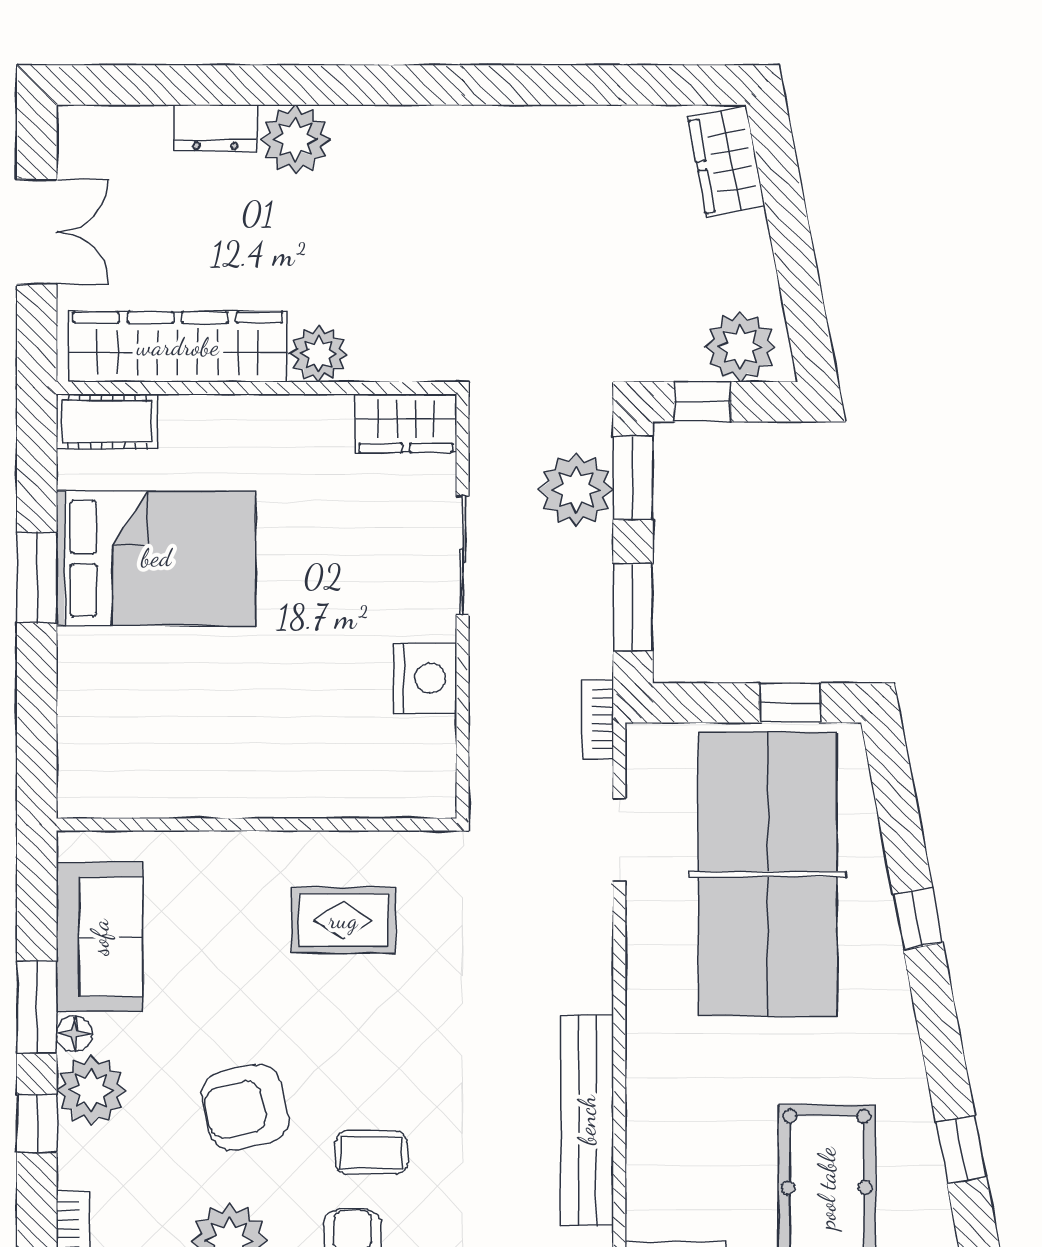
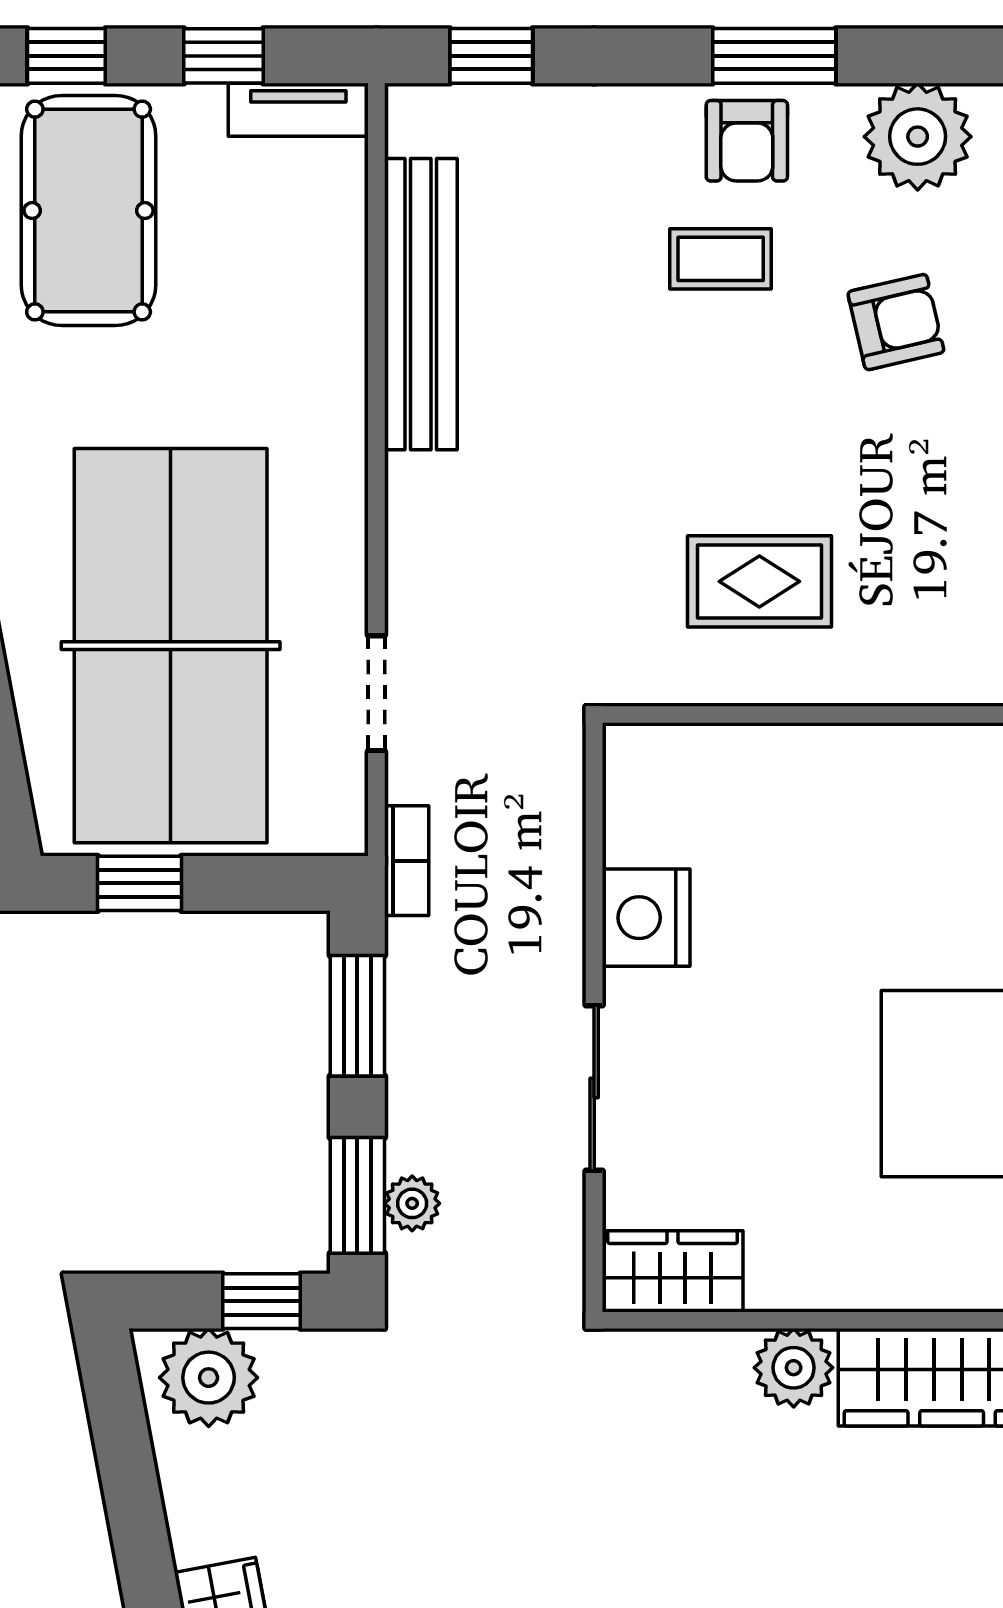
plant: (576, 490) -> (412, 1203), width x0.53, depth x0.53
armchair: (245, 1107) -> (896, 322), width x0.72, depth x0.72

